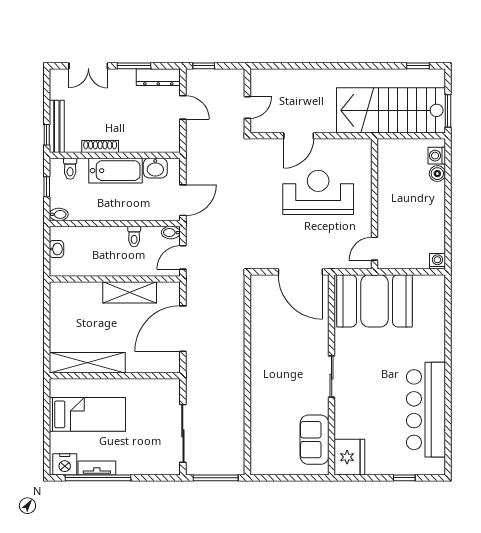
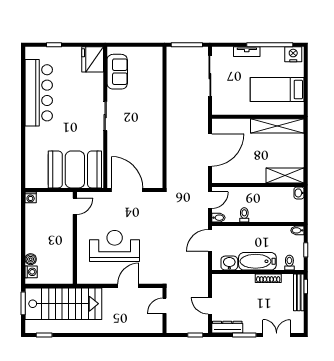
reception desk: (318, 192) -> (115, 246), turned 180
washbasin: (56, 249) -> (299, 193), moved
shelving: (130, 292) -> (285, 175), moved
tv unit: (97, 468) -> (247, 52), moved

